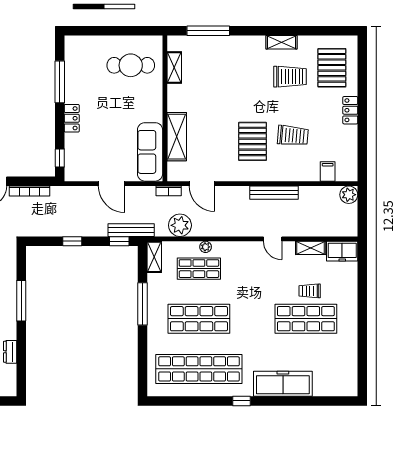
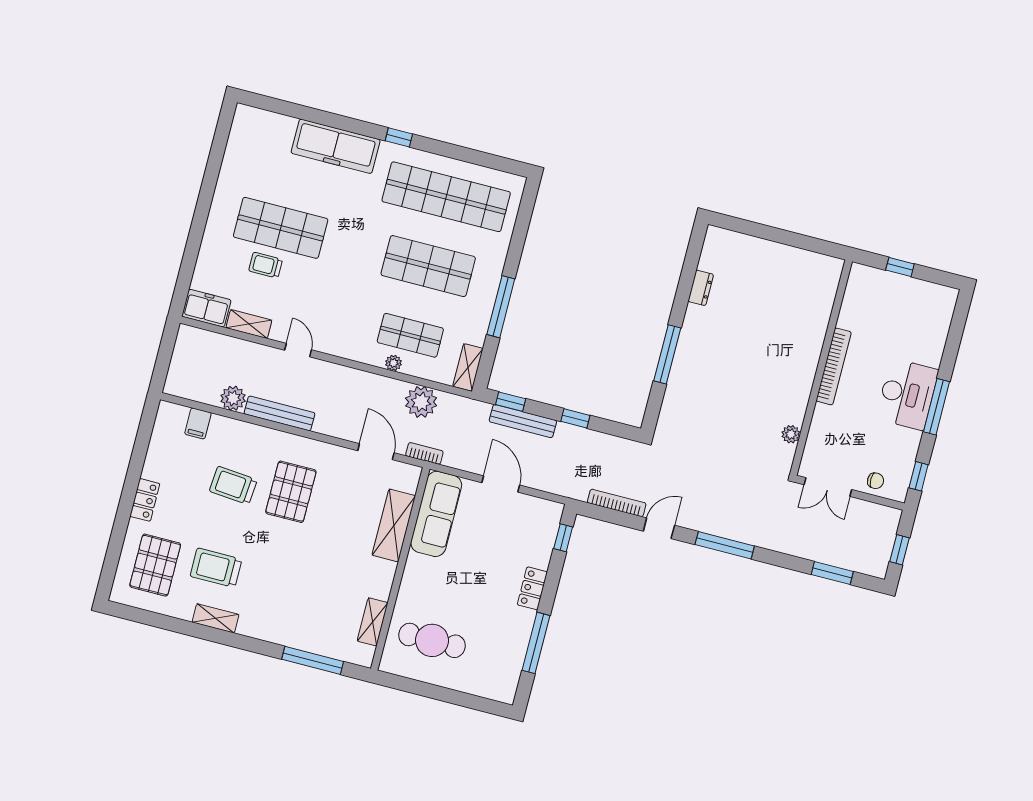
plant: (349, 195) -> (233, 398), moved
bench: (131, 230) -> (523, 421), moved
trolley: (310, 291) -> (266, 265), turned 180

